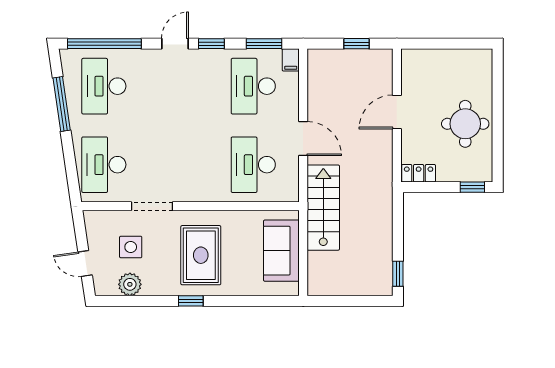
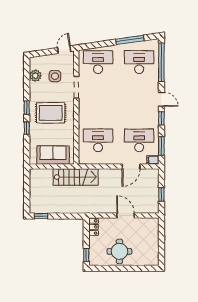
door: (303, 139) -> (131, 166), moved
door: (85, 263) -> (64, 50), moved
window: (230, 301) -> (27, 128), added

